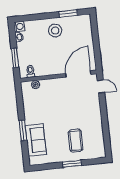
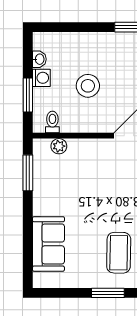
washing machine: (19, 27) -> (41, 78), moved
stool: (55, 31) -> (88, 86), moved
window: (23, 130) -> (28, 173), moved

